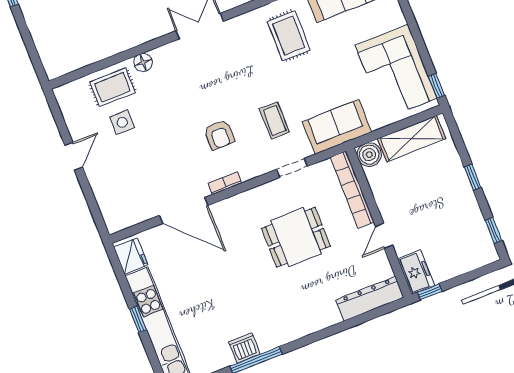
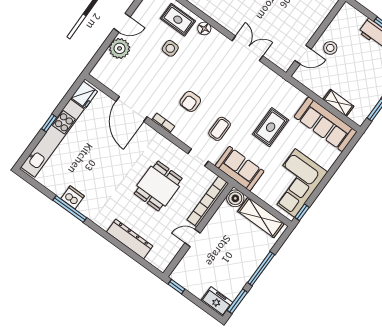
rug: (289, 36) -> (271, 127), moved
side table: (122, 122) -> (170, 48), moved
window: (473, 177) -> (261, 269), width x2.17
plant: (103, 179) -> (120, 48), added
window: (494, 230) -> (237, 301), width x1.50
dining table: (296, 237) -> (158, 186), turned 90
freezer: (416, 272) -> (217, 302), moved, turned -90
dresser: (370, 299) -> (130, 239), moved

